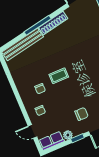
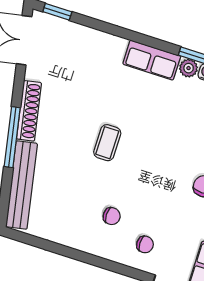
coffee table: (59, 76) -> (107, 143), moved

